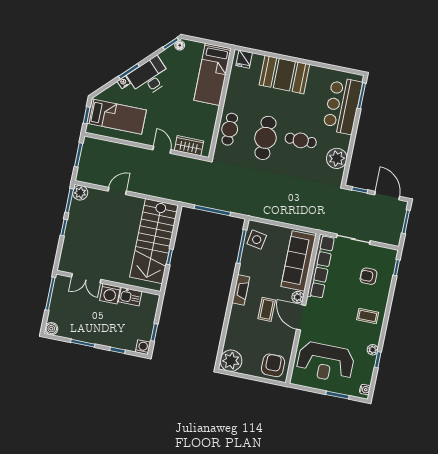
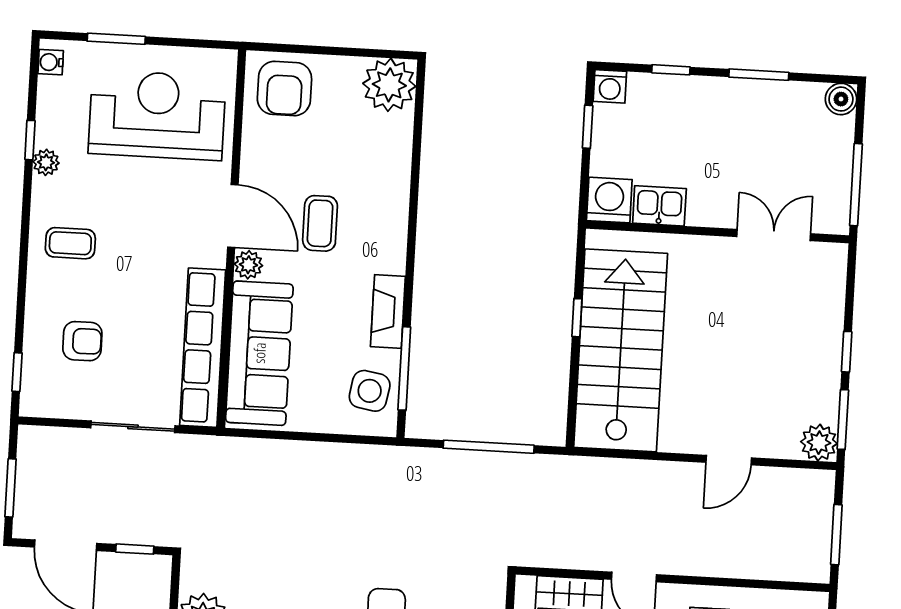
fireplace: (241, 290) -> (388, 312), moved
washing machine: (110, 294) -> (609, 200), moved

